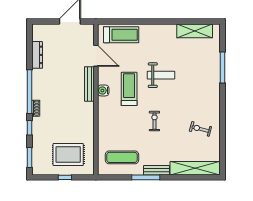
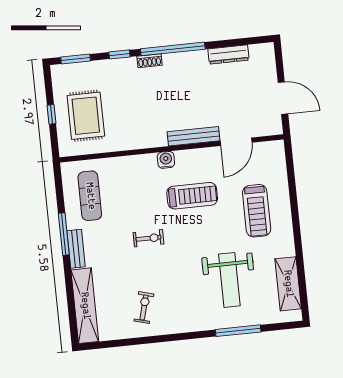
treadmill: (121, 35) -> (257, 211), moved
weight bench: (161, 75) -> (229, 280), moved, width x1.36, depth x1.33
water cooler: (103, 90) -> (166, 160), moved

